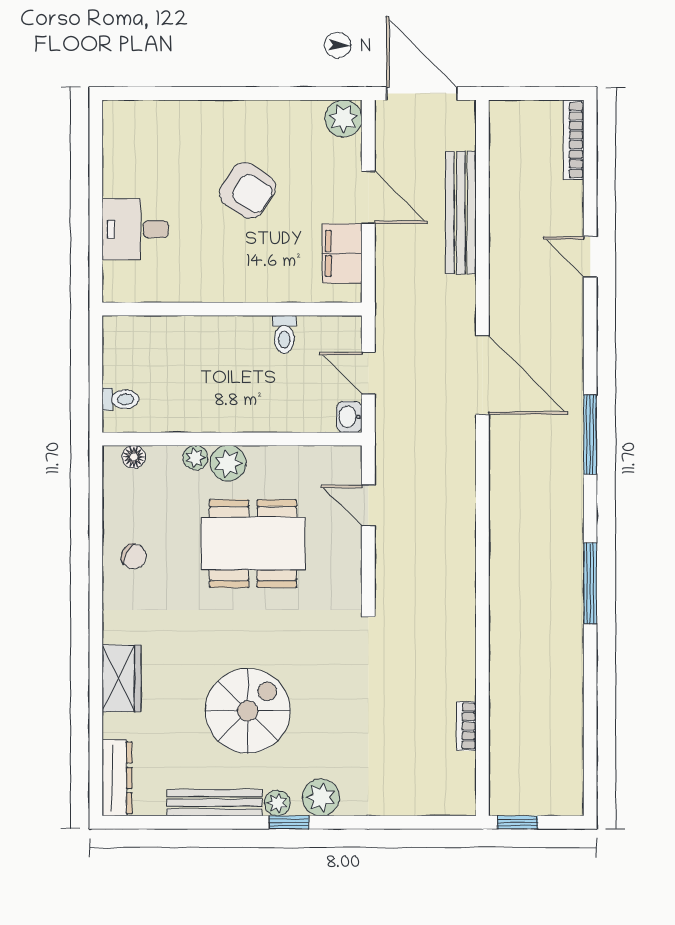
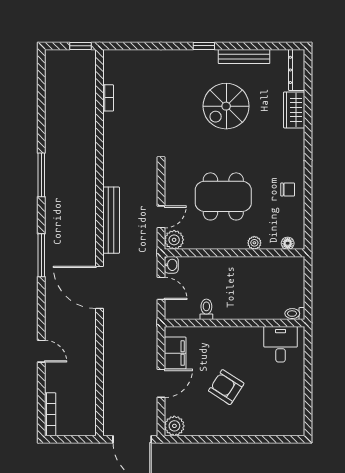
door: (368, 197) -> (161, 383), swing flipped
bench: (461, 213) -> (111, 220), moved
desk: (135, 229) -> (281, 344), moved, turned -90
toilet: (120, 399) -> (295, 314), moved
plant: (228, 463) -> (174, 240), moved
door: (368, 506) -> (161, 217), hinge flipped
chair: (134, 556) -> (288, 189), turned 151
wardrobe: (122, 678) -> (294, 110), moved
plant: (321, 797) -> (187, 59), removed
plant: (277, 803) -> (210, 56), removed

